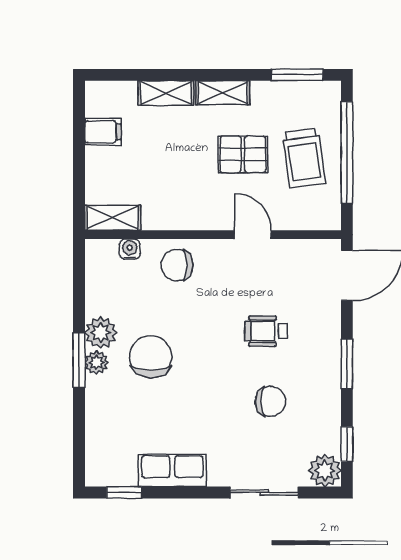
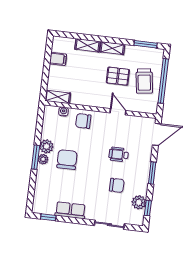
plant: (325, 470) -> (139, 202), moved

